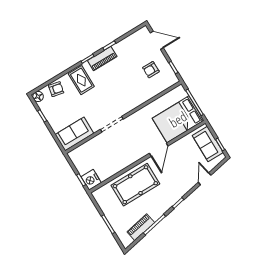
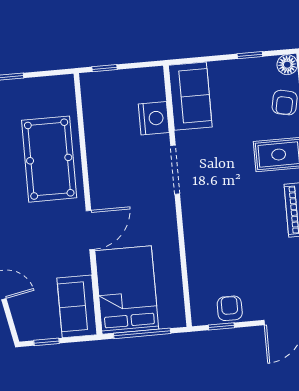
armchair: (151, 70) -> (230, 308), moved
sofa: (208, 144) -> (77, 306), moved, turned -90
door: (159, 150) -> (90, 230), swing flipped
nightstand: (91, 180) -> (154, 118), moved, turned 90

